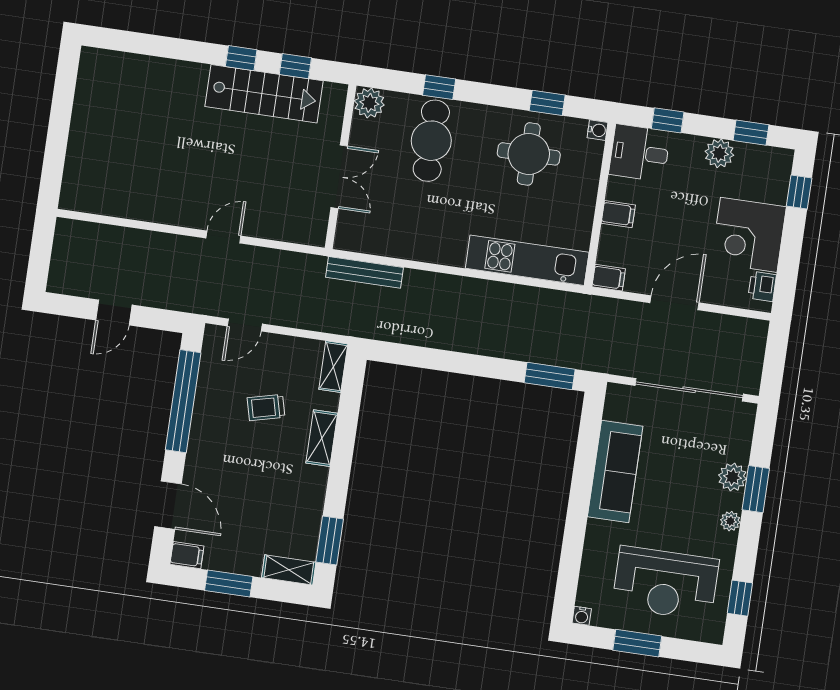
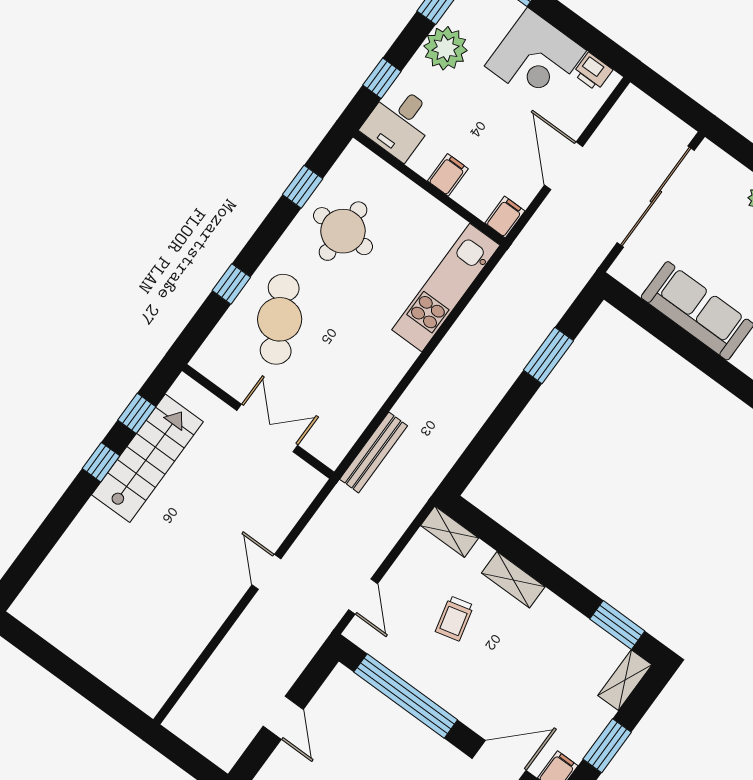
plant: (369, 103) -> (211, 360), removed
water cooler: (597, 130) -> (355, 152), removed
cafe table: (431, 141) -> (280, 319), turned 61
plant: (719, 153) -> (446, 48), width x1.36, depth x1.36
window: (550, 376) -> (548, 355), moved

